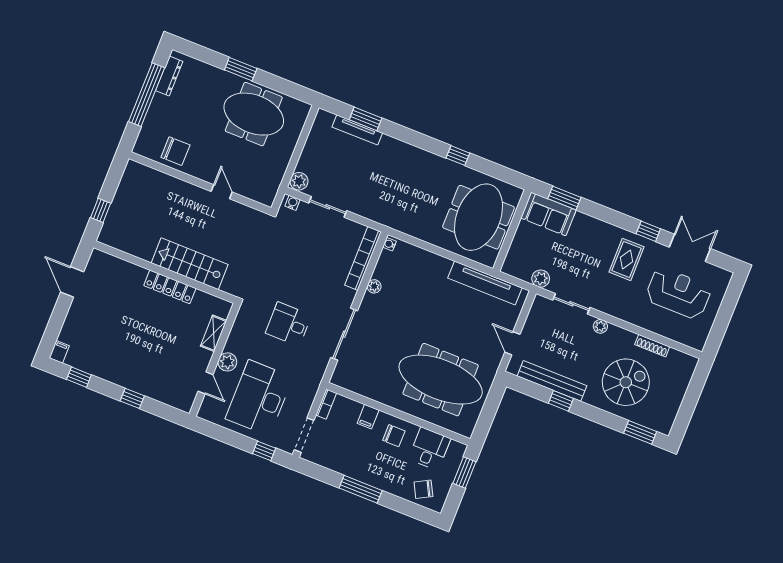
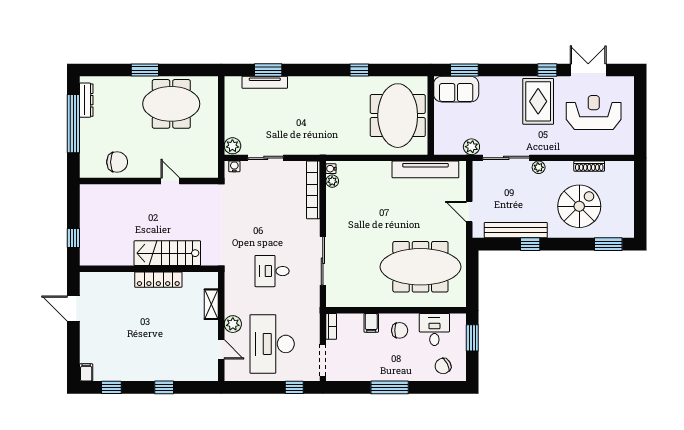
rug: (627, 259) -> (538, 101), width x1.36, depth x1.43
plant: (374, 286) -> (332, 181), moved
sliding door: (571, 304) -> (506, 158), width x1.37

